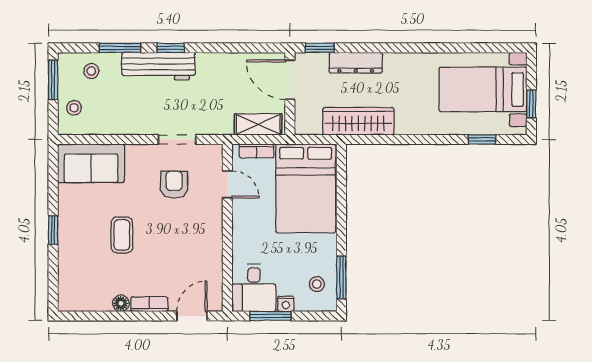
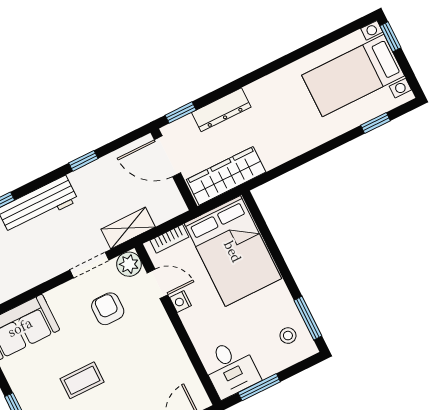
window: (171, 48) -> (83, 161), moved
window: (531, 104) -> (390, 37), moved
wardrobe: (358, 121) -> (226, 176), moved
shelving: (258, 124) -> (128, 228), moved
plant: (211, 156) -> (129, 264), added
coffee table: (122, 235) -> (82, 380), turned 90
nightstand: (286, 304) -> (181, 301), moved, turned 90

